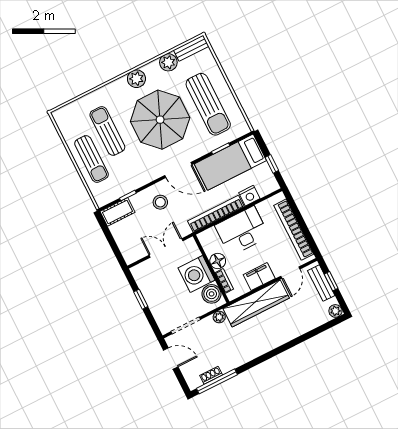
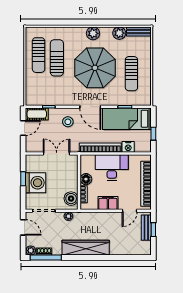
sun lounger: (208, 104) -> (131, 74), width x0.73, depth x0.75
sun lounger: (92, 159) -> (39, 55), moved
door: (110, 237) -> (23, 128), added
washing machine: (197, 274) -> (36, 183), moved, turned 180
wardrobe: (256, 303) -> (86, 248), moved, turned 180
plant: (335, 311) -> (31, 251), moved

